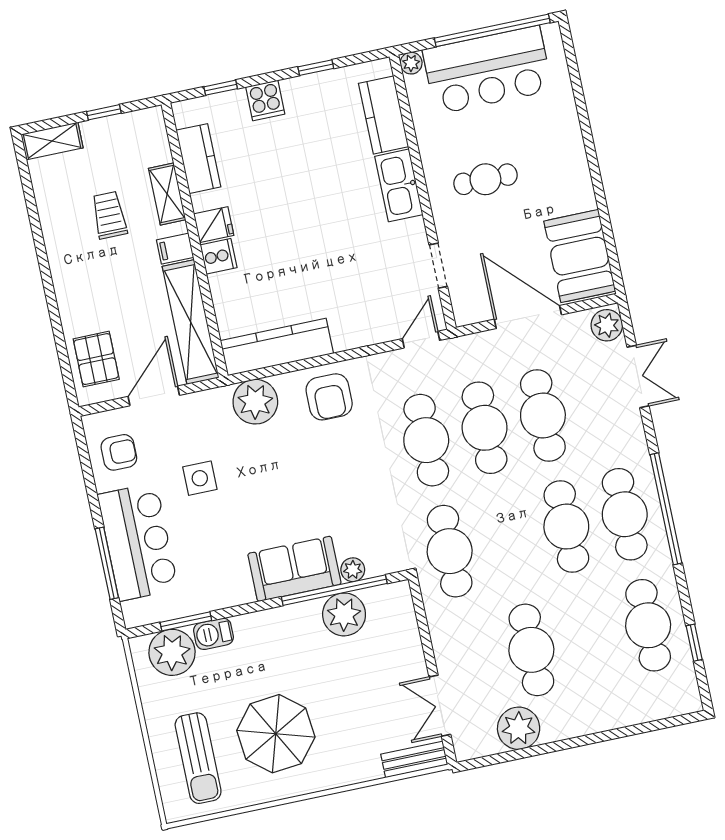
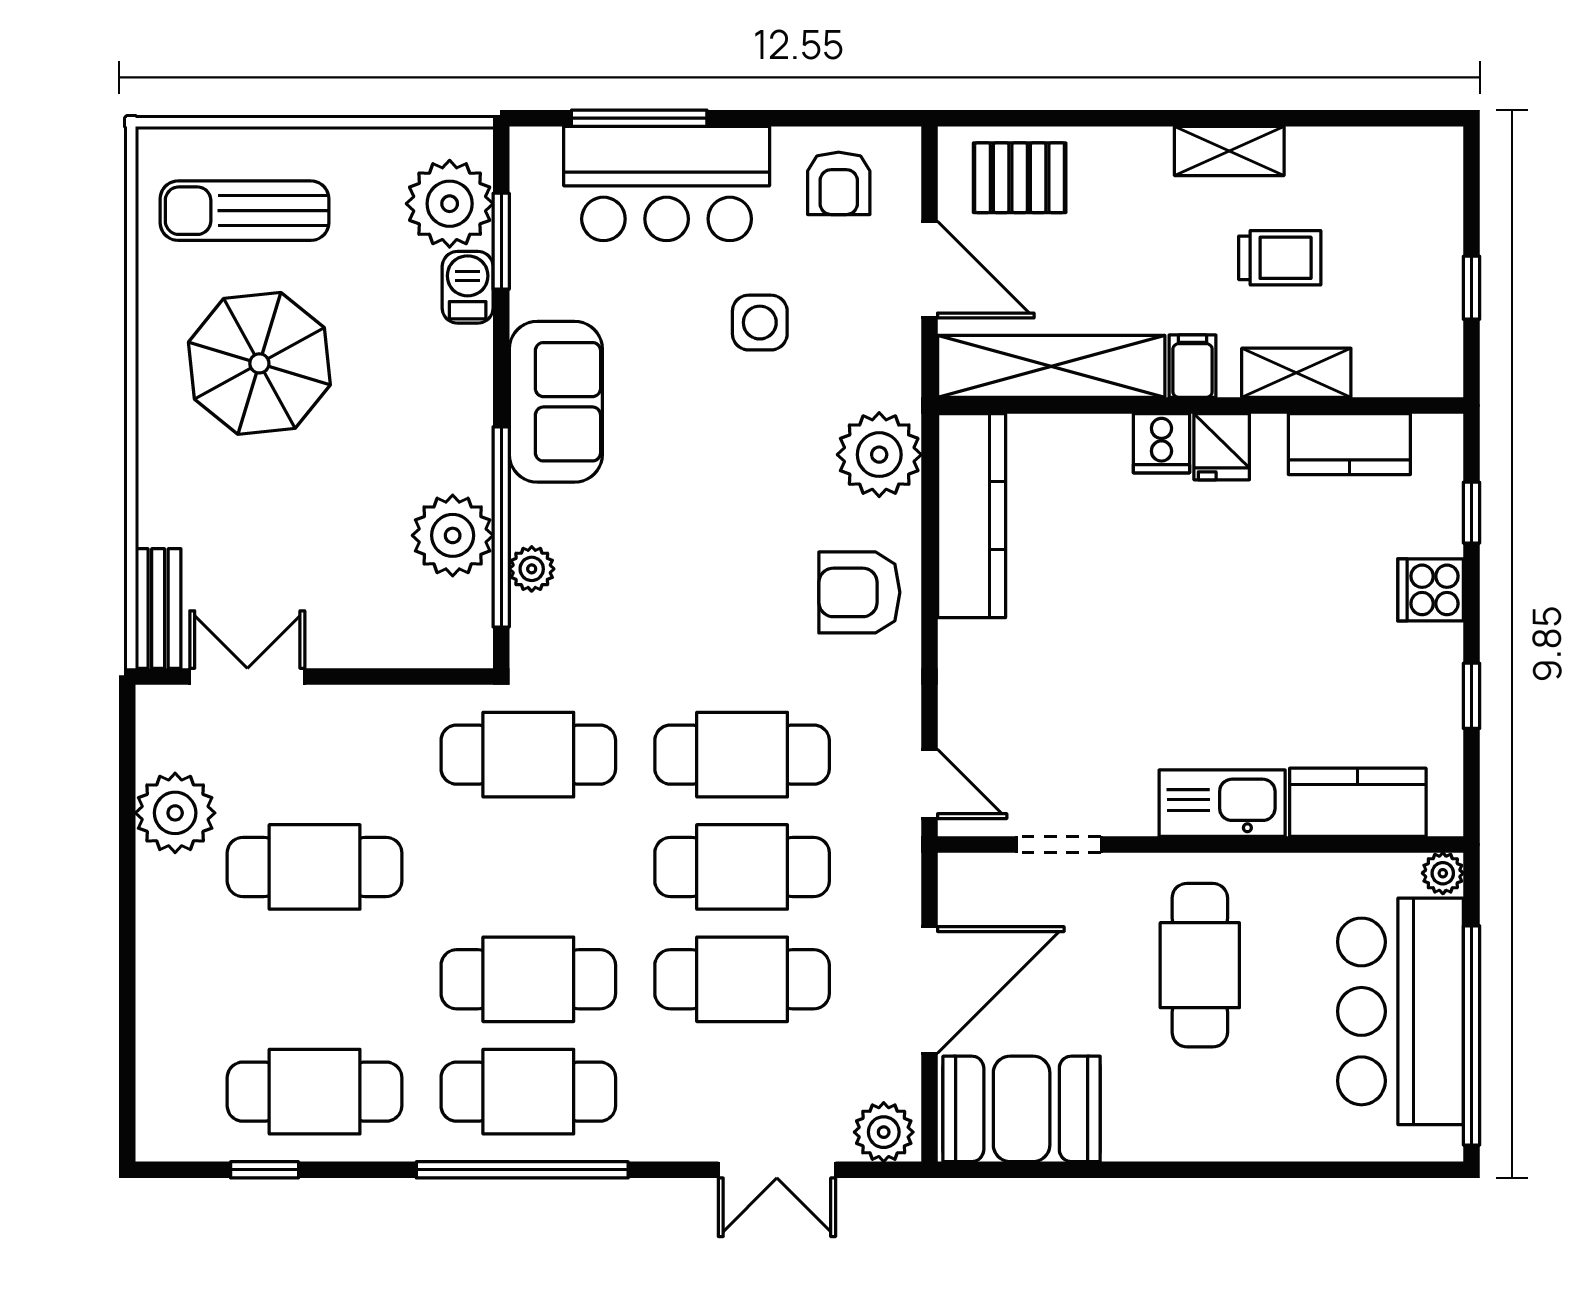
shelving: (52, 141) -> (1229, 151), moved, turned 90
cafe table: (485, 179) -> (1200, 965), width x1.37, depth x1.35
sofa: (294, 569) -> (556, 402), moved

